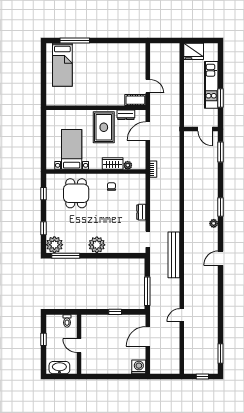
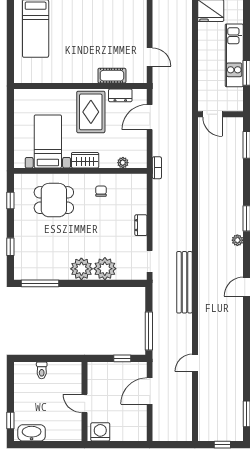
cot: (135, 100) -> (112, 76), moved
door: (205, 129) -> (212, 114), moved
wardrobe: (113, 163) -> (85, 160), moved
dining table: (76, 193) -> (54, 200), turned 90
plant: (54, 245) -> (105, 269), moved
window: (115, 312) -> (122, 358), moved
window: (43, 339) -> (10, 421), moved
wall: (79, 344) -> (85, 402), moved
door: (79, 346) -> (85, 403), moved
washing machine: (139, 367) -> (100, 432), moved

